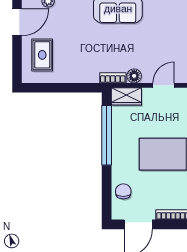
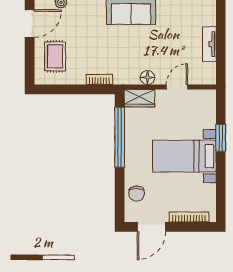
bookcase: (113, 78) -> (99, 79), moved
chair: (123, 191) -> (137, 194), turned 180

